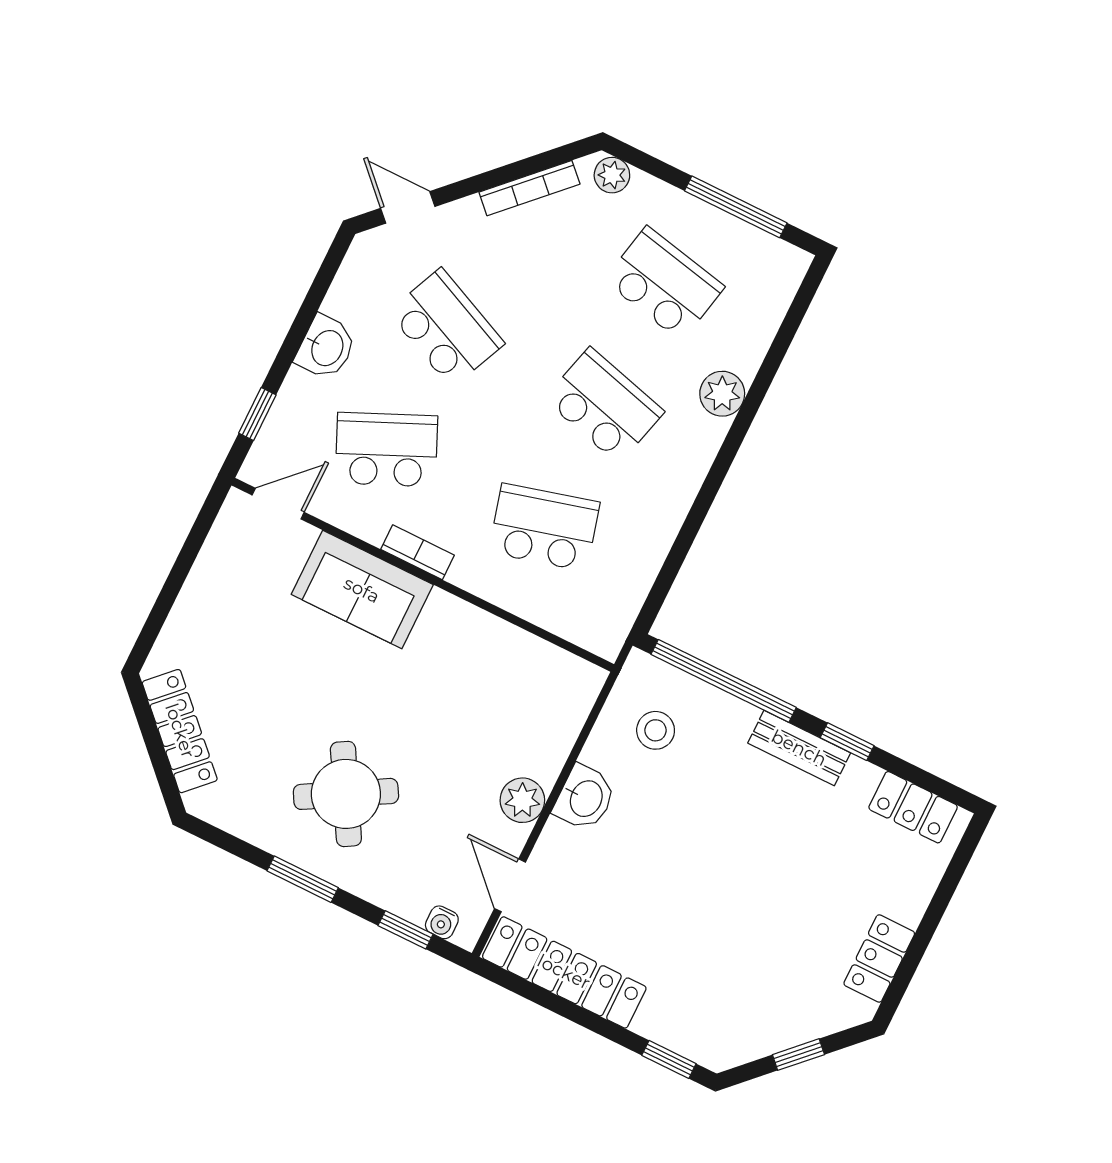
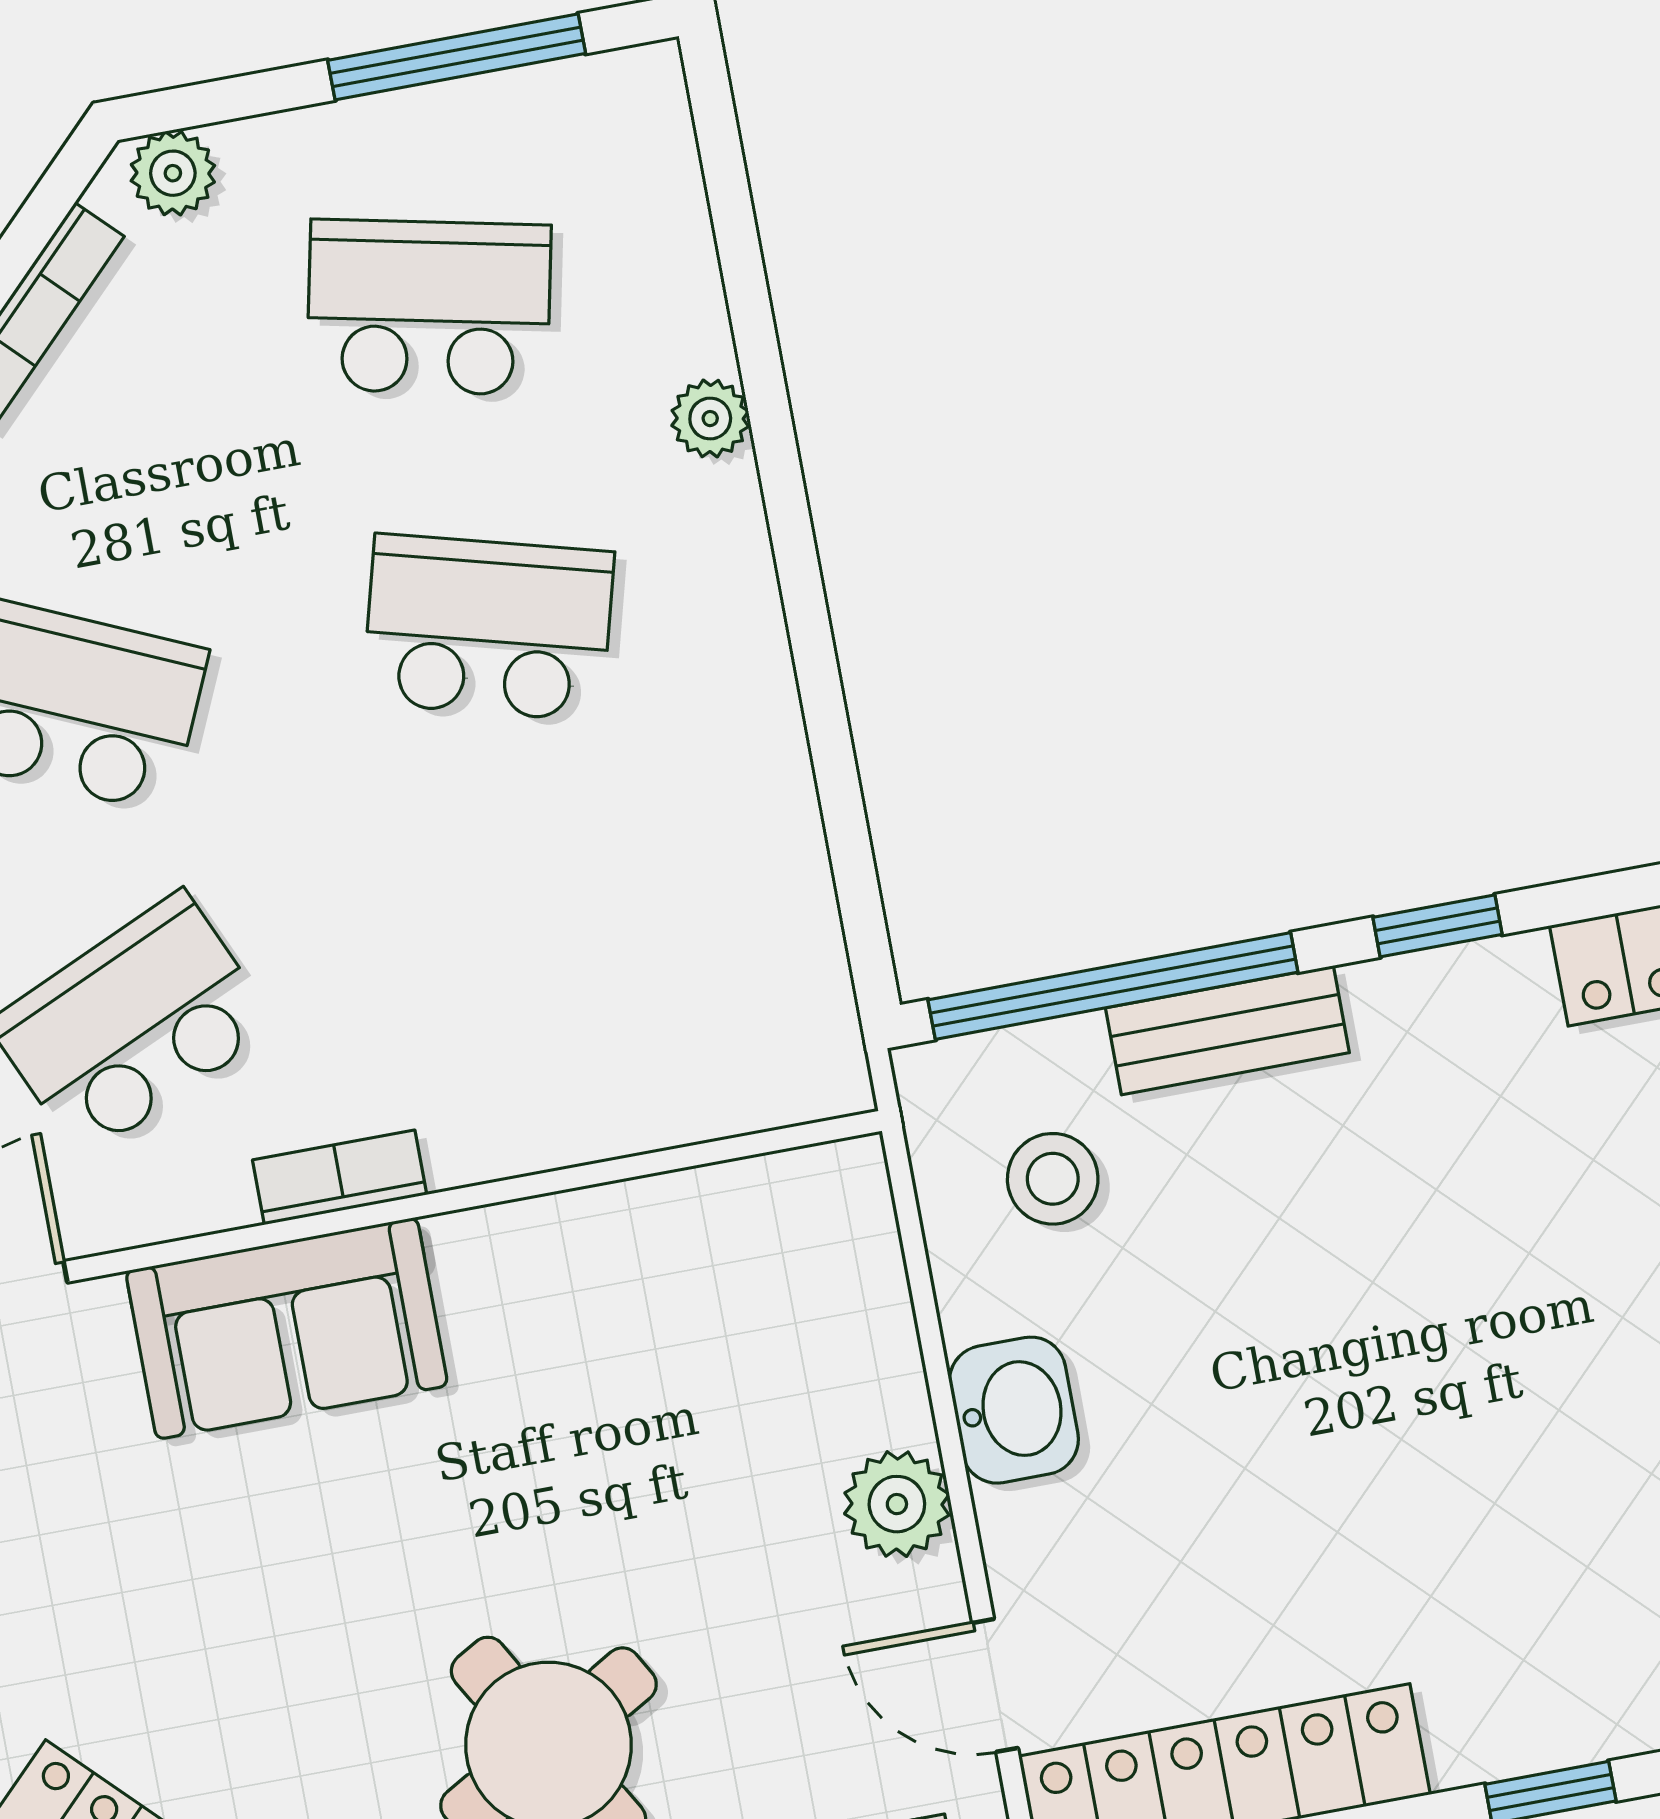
plant: (722, 394) -> (710, 419), width x0.73, depth x0.73
school desk: (544, 527) -> (548, 948), removed
bench: (799, 748) -> (1227, 1030), moved

